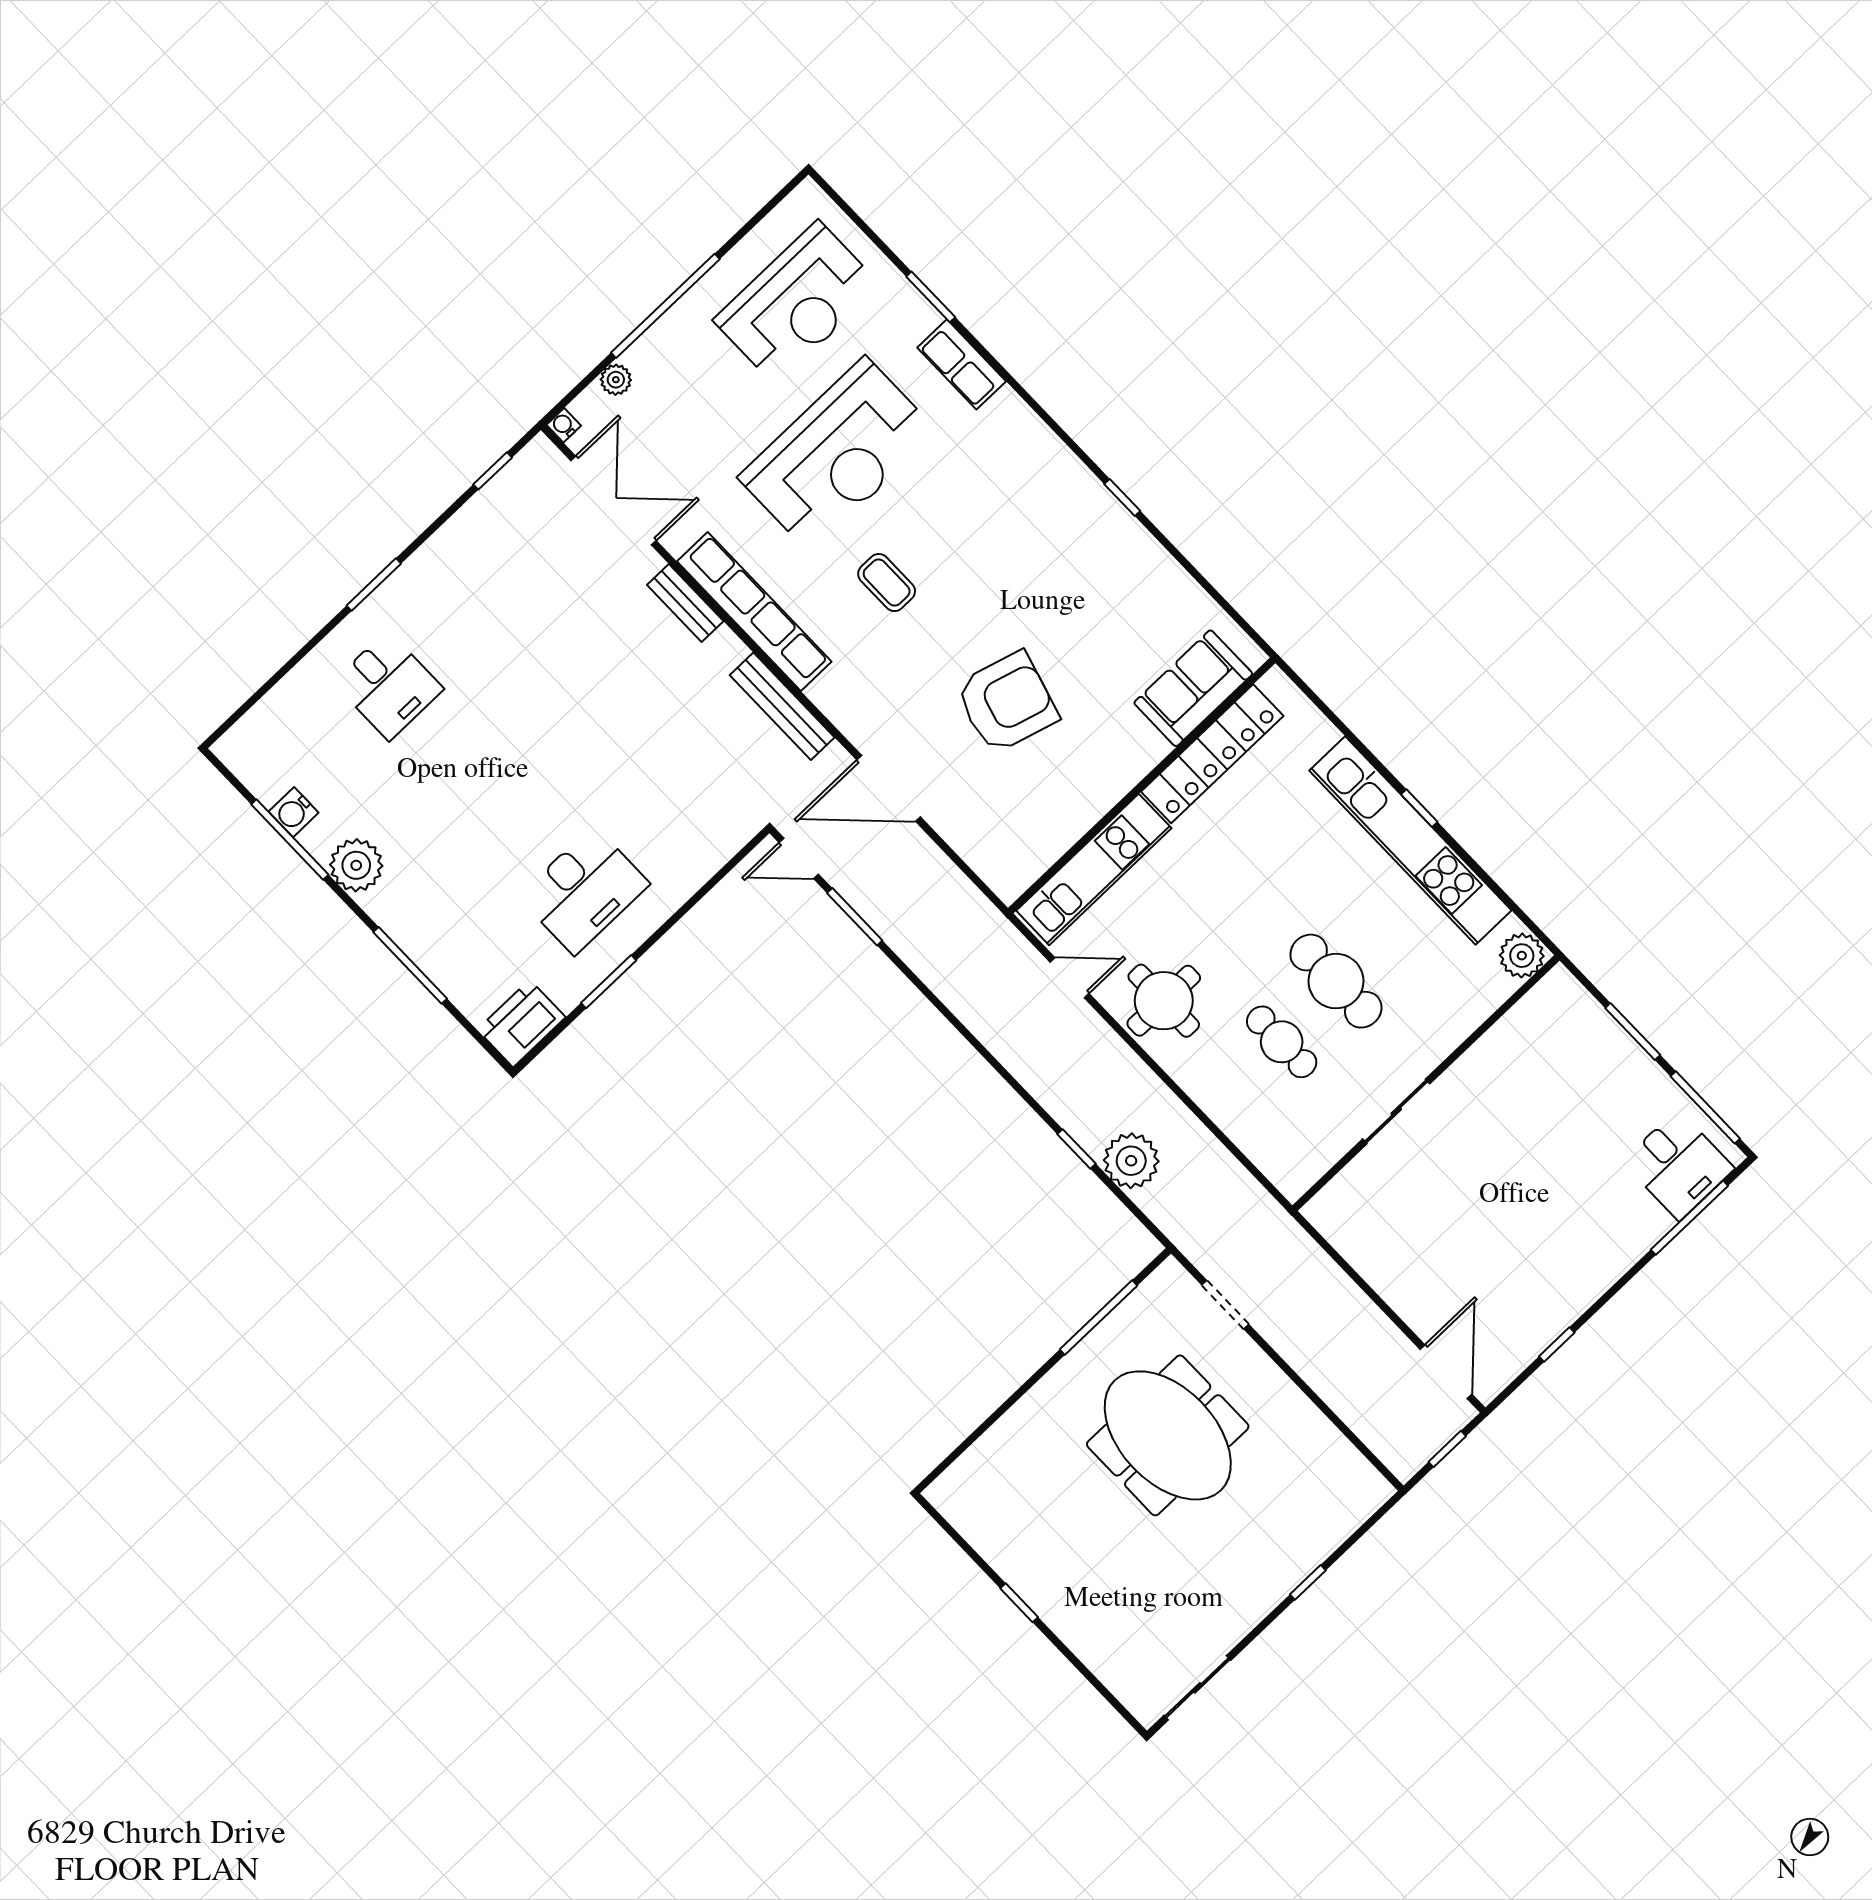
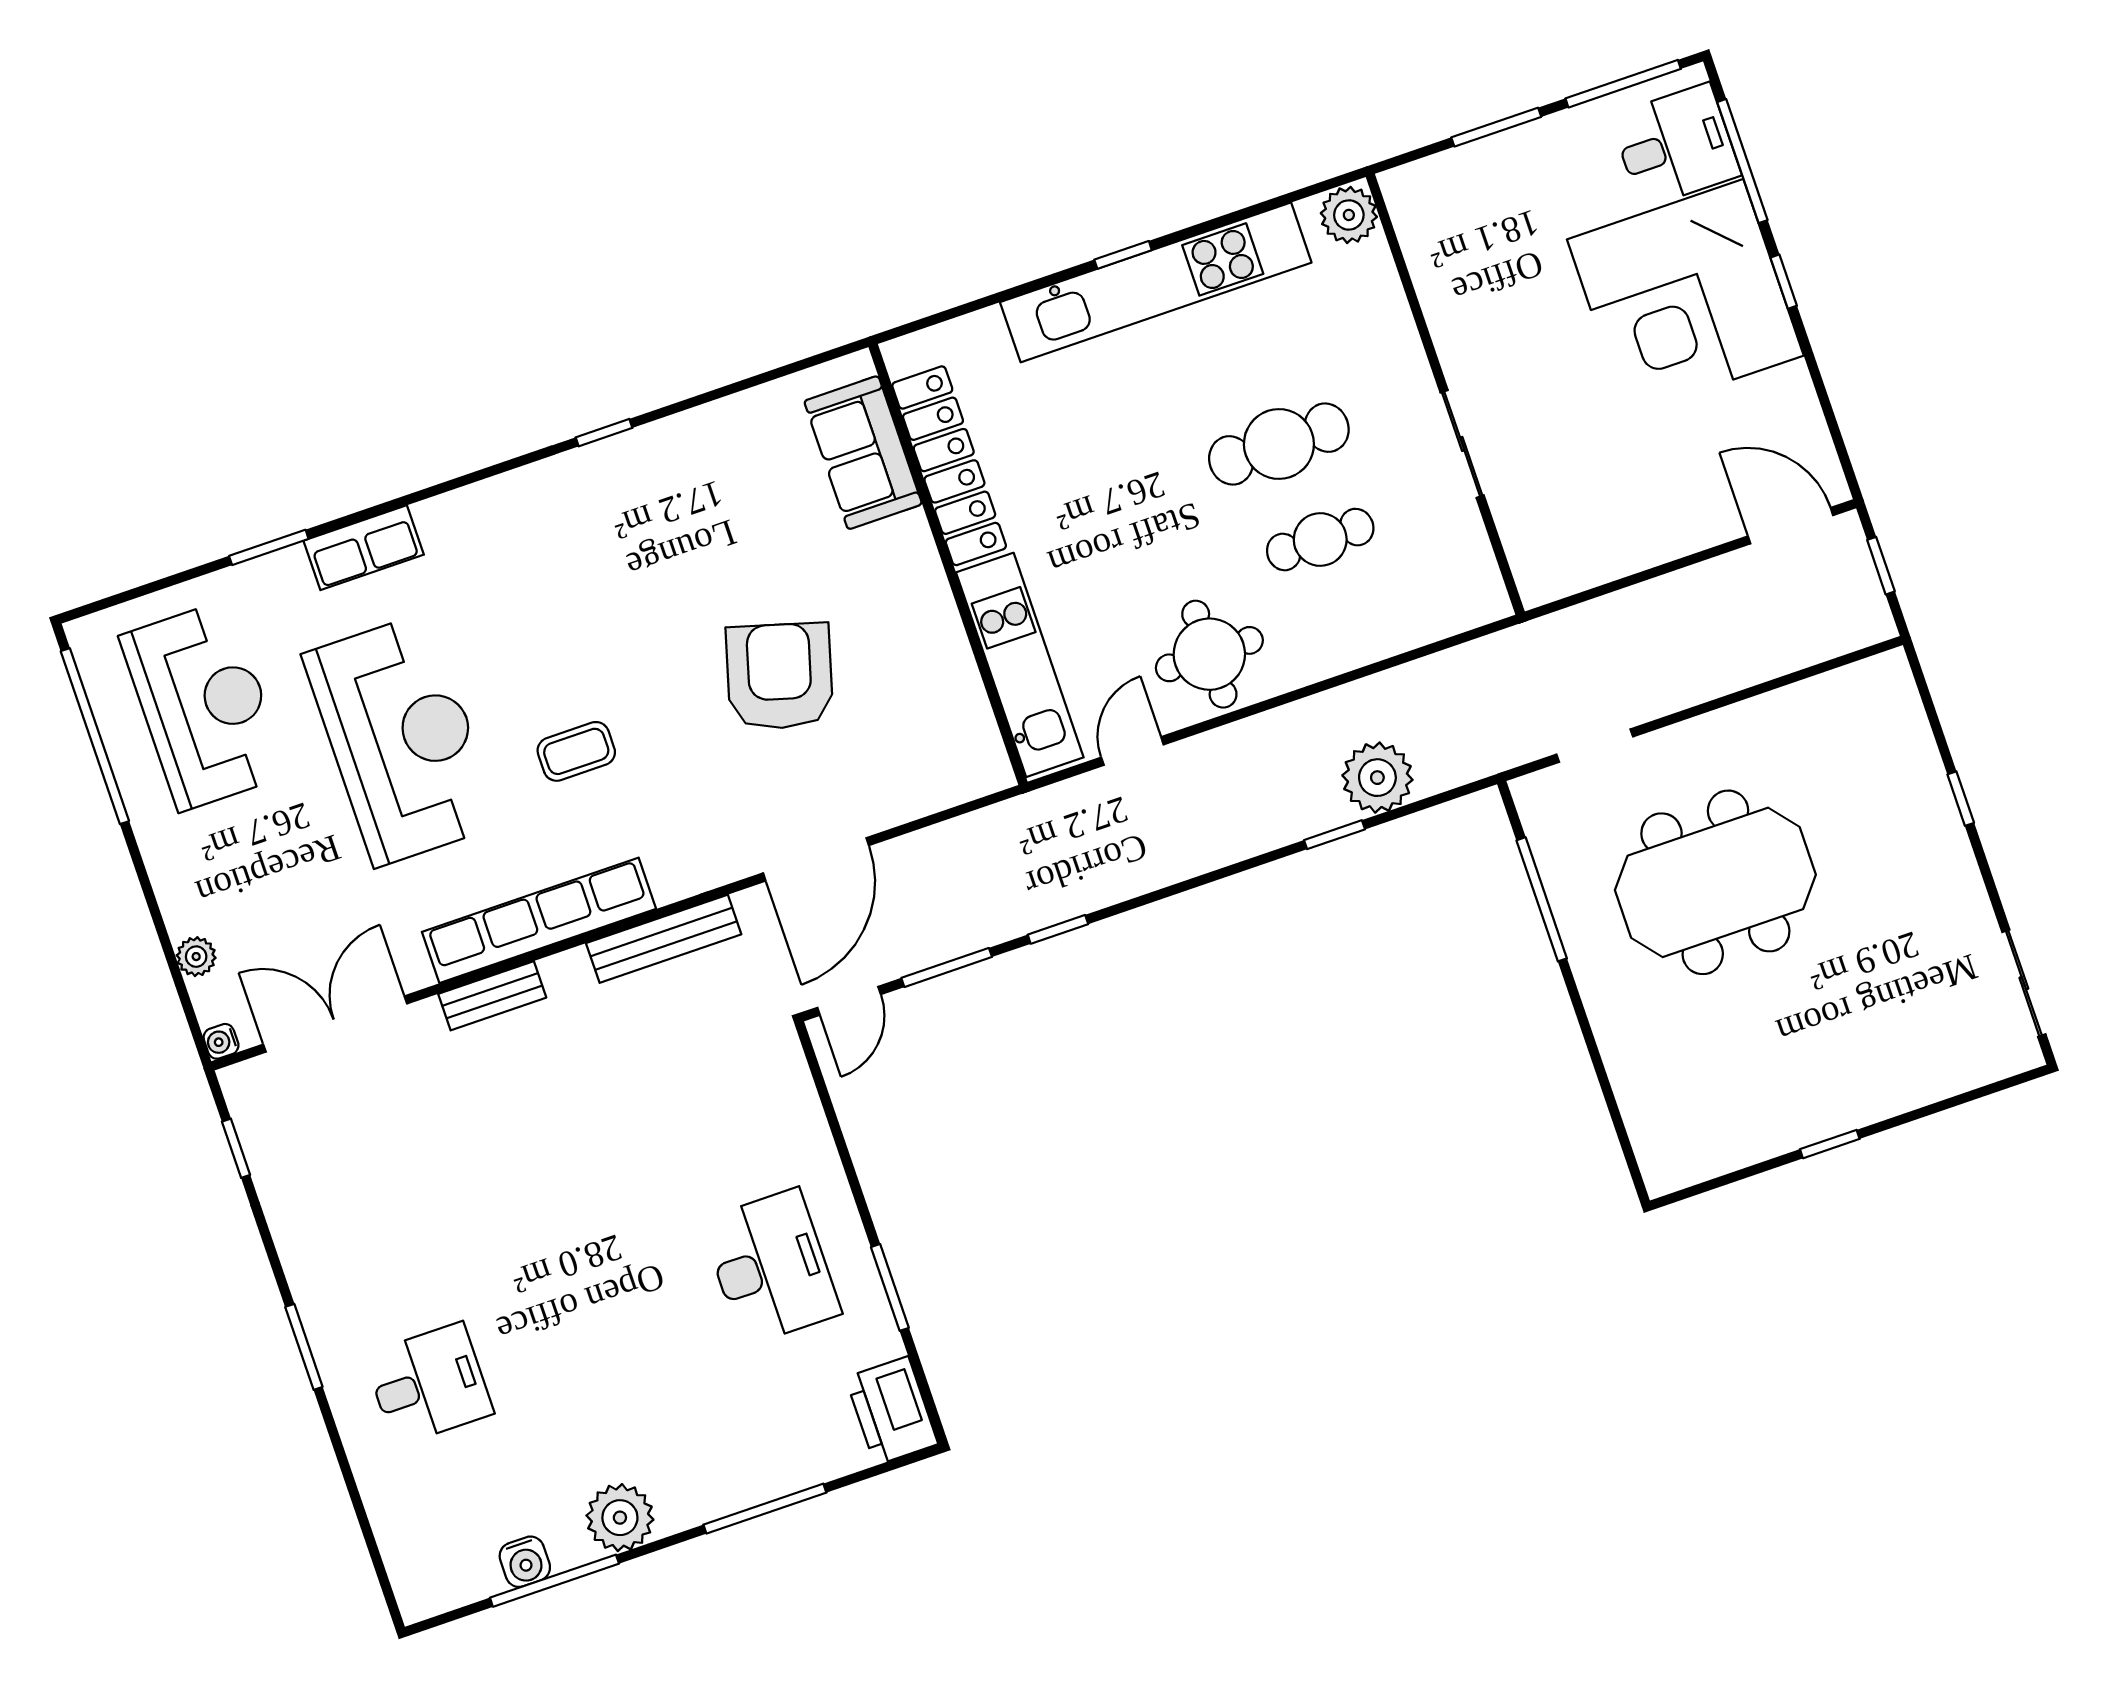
window: (665, 306) -> (95, 736), moved
window: (918, 983) -> (1058, 929), added
corner desk: (1574, 1222) -> (1685, 297), added
window: (1557, 1344) -> (1784, 282), moved

